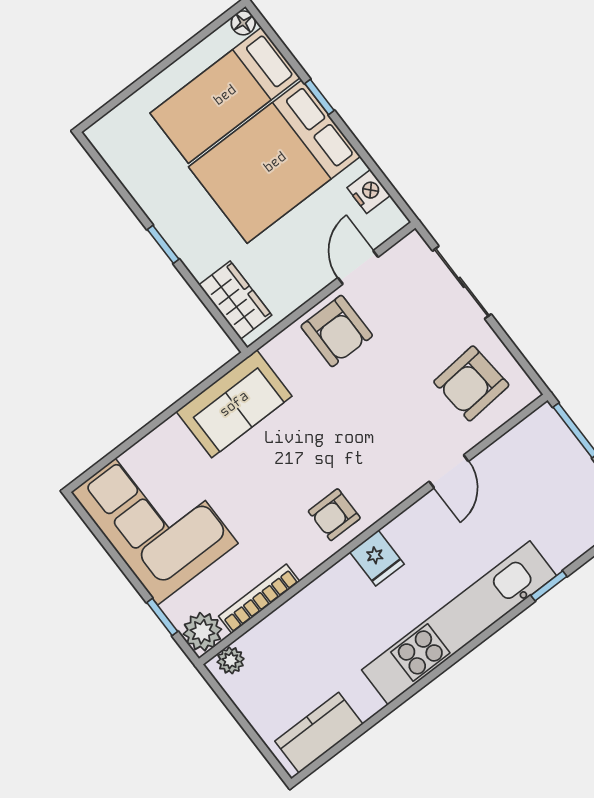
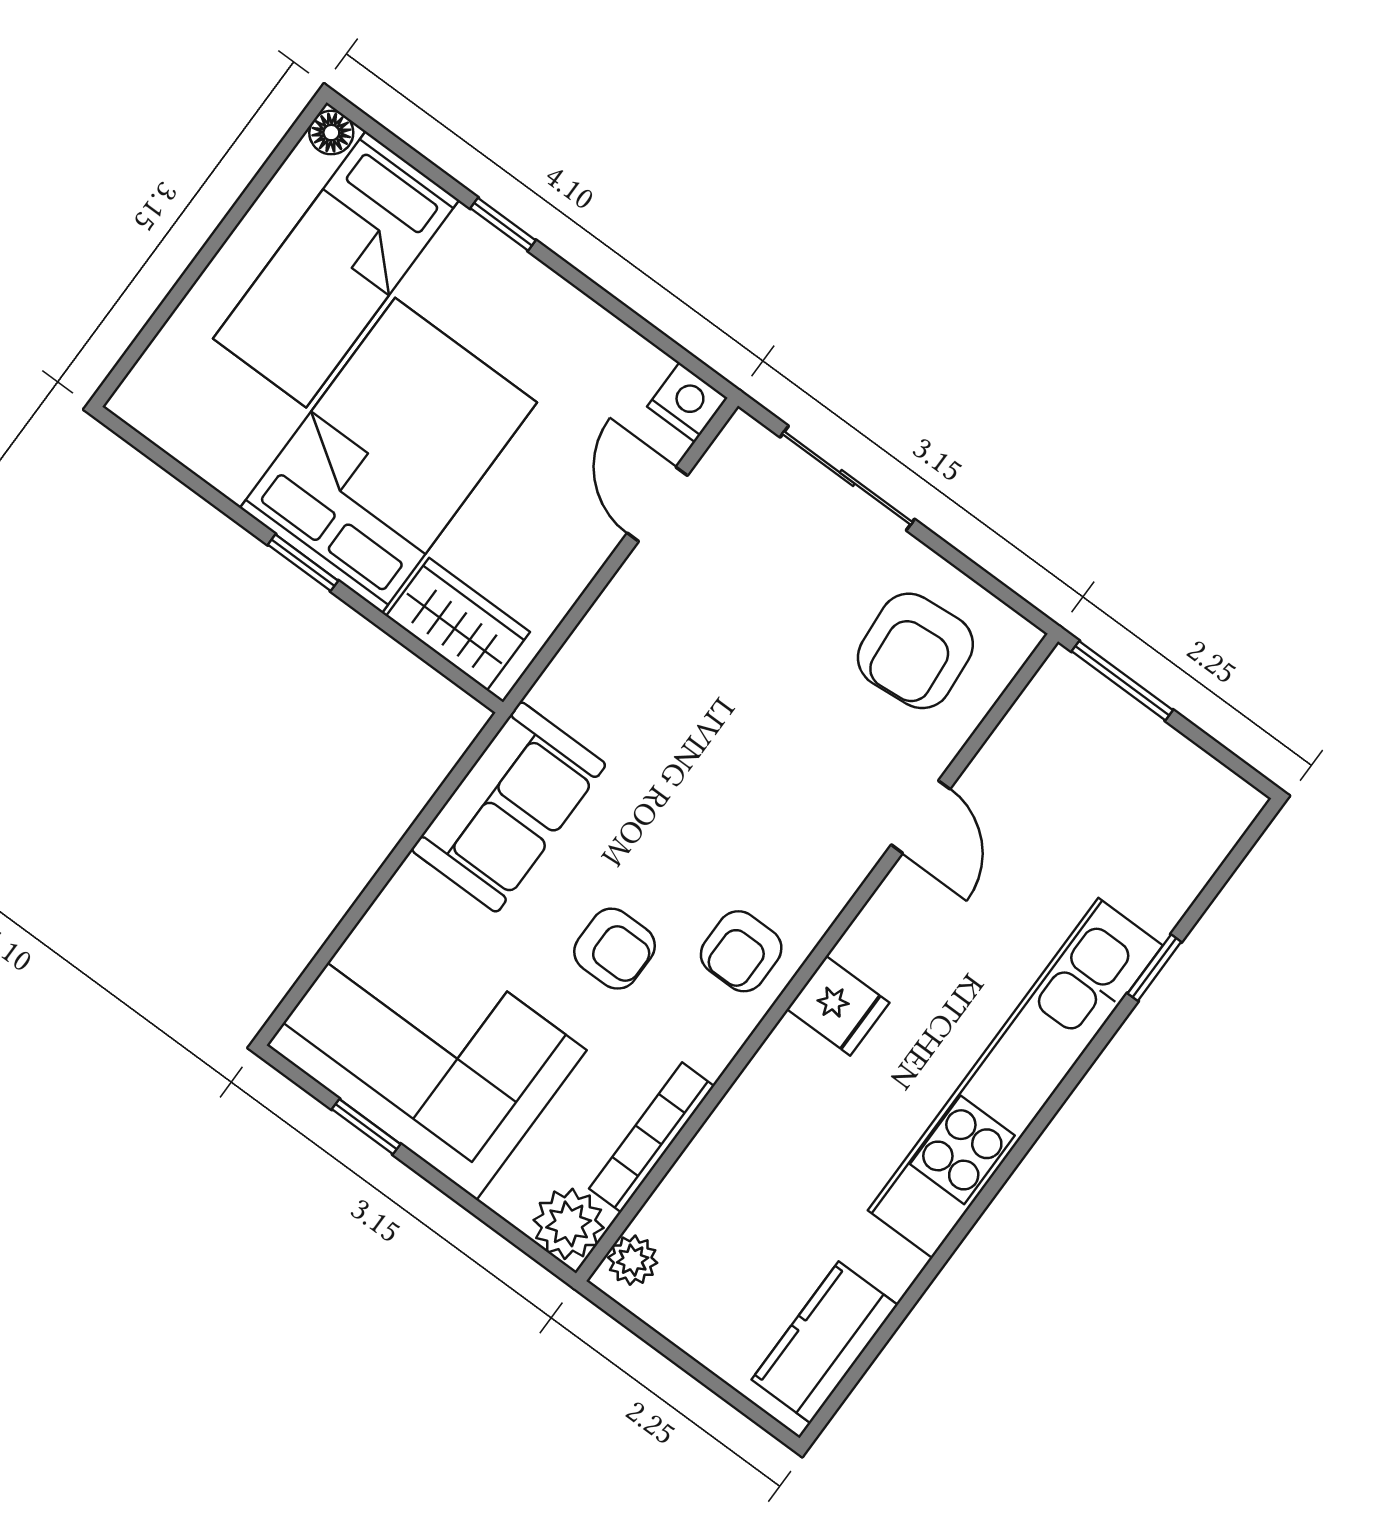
bed: (275, 162) -> (388, 455), moved, turned 180
nightstand: (369, 192) -> (687, 402), moved
armchair: (337, 331) -> (615, 949), moved, width x0.72, depth x0.72
window: (162, 617) -> (366, 1127), moved

